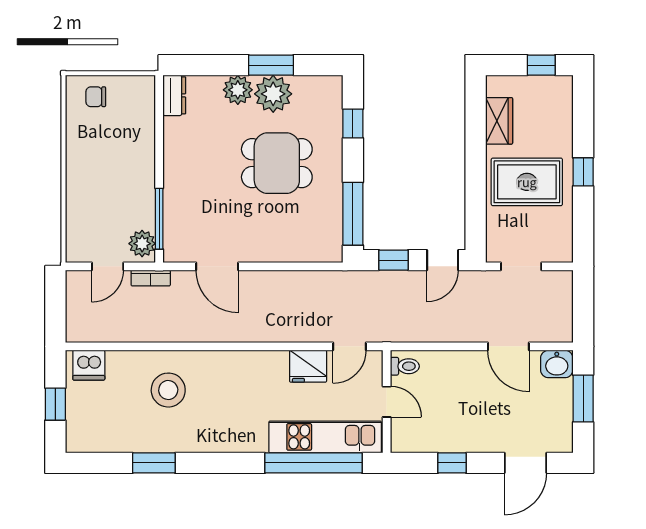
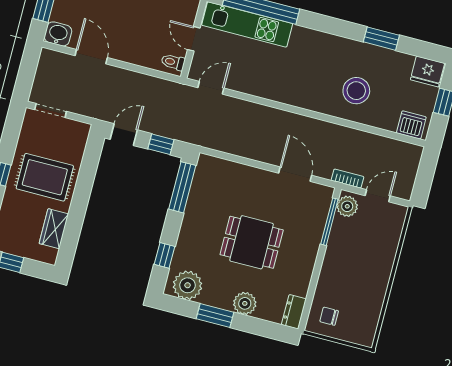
plant: (273, 94) -> (188, 285), moved
chair: (96, 97) -> (329, 316), moved, turned 180
dining table: (277, 163) -> (252, 242), moved
doorway: (521, 266) -> (51, 111), moved
fridge: (308, 366) -> (427, 72), moved, turned 180

